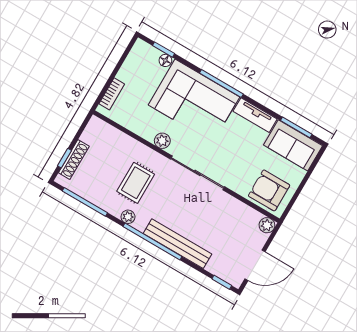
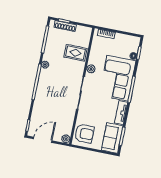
rug: (136, 183) -> (75, 53), moved
armchair: (269, 190) -> (84, 134), turned 90
bench: (177, 244) -> (40, 95), removed
door: (255, 265) -> (43, 140), swing flipped

